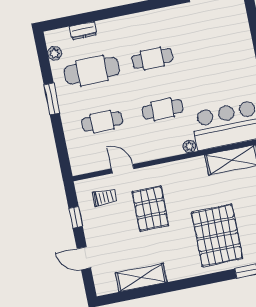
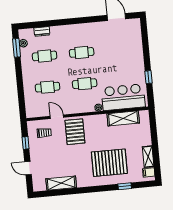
cafe table: (92, 71) -> (45, 56), width x0.73, depth x0.74
window: (52, 99) -> (17, 48), moved
pallet: (150, 208) -> (75, 132), moved
pallet: (217, 235) -> (109, 163), turned 90

